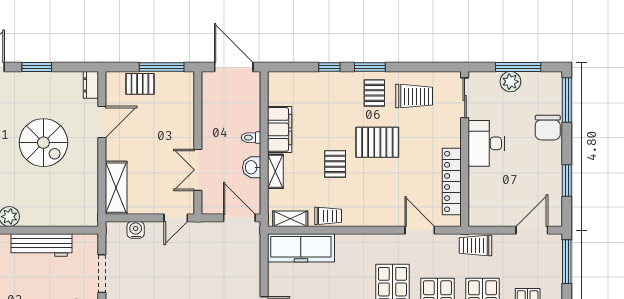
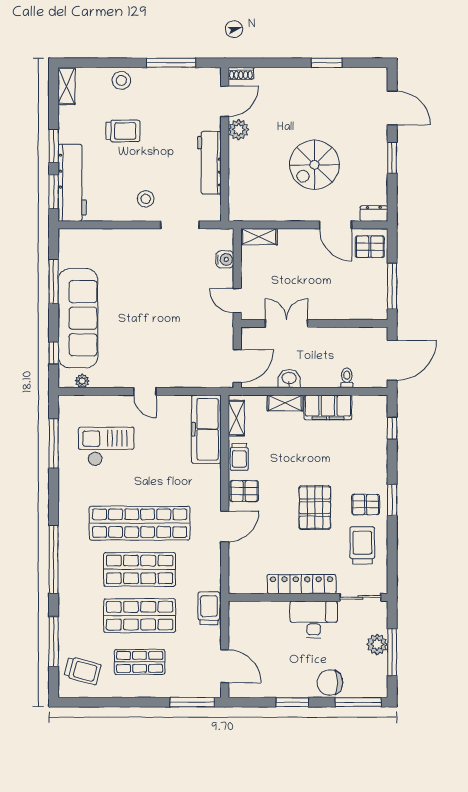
window: (329, 67) -> (392, 428), moved
pallet: (140, 84) -> (370, 247), moved, turned 90
trolley: (414, 96) -> (362, 545), turned 180
toilet: (251, 138) -> (347, 378), moved
pallet: (335, 164) -> (244, 491), moved
locker: (452, 181) -> (302, 584), moved
window: (567, 181) -> (292, 702), moved
shelving: (116, 188) -> (259, 237), width x0.67, depth x0.75
door: (420, 230) -> (225, 526), moved

